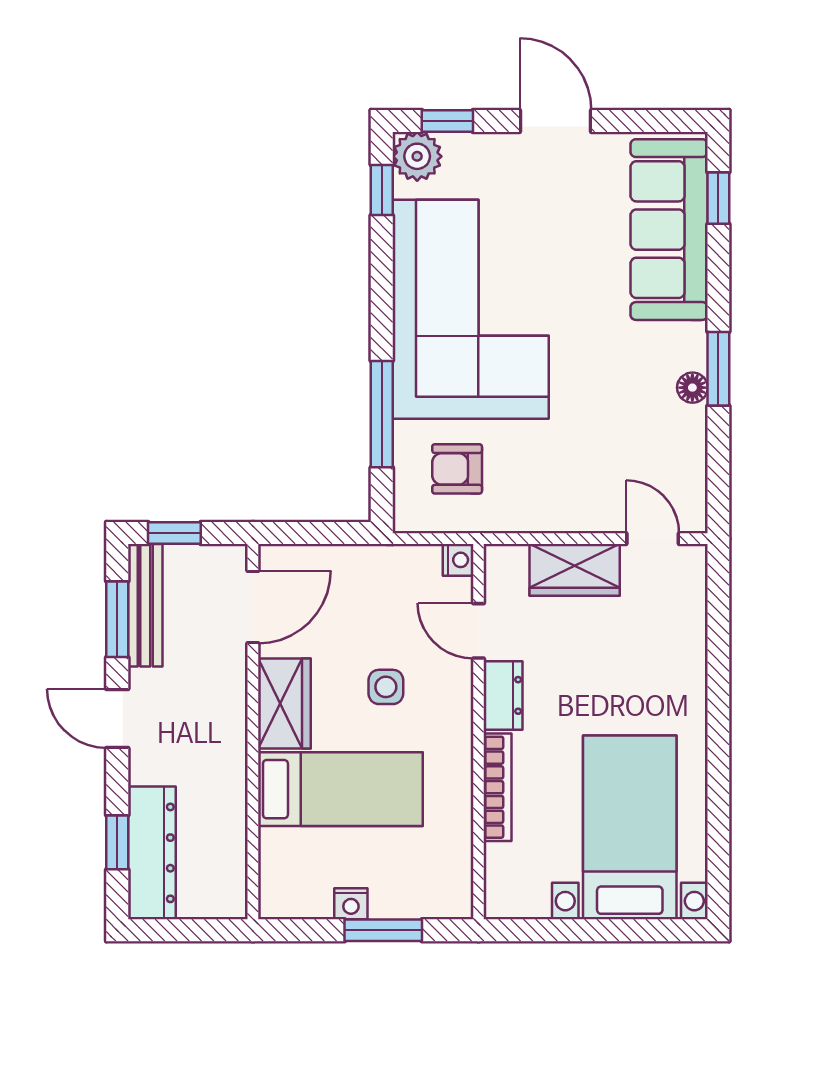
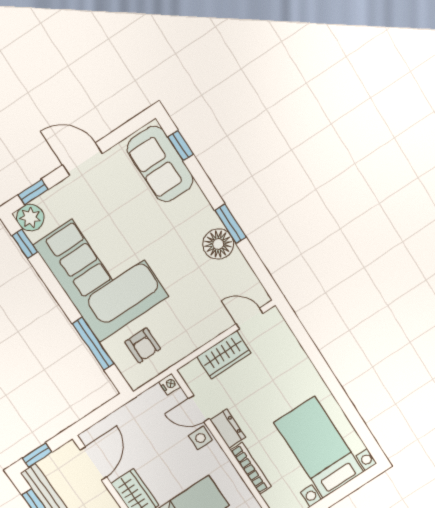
sofa: (669, 230) -> (160, 164), width x0.73
floor lamp: (692, 388) -> (218, 244), width x1.89, depth x1.89
armchair: (457, 469) -> (143, 345), turned -90
side table: (386, 687) -> (200, 438), moved

